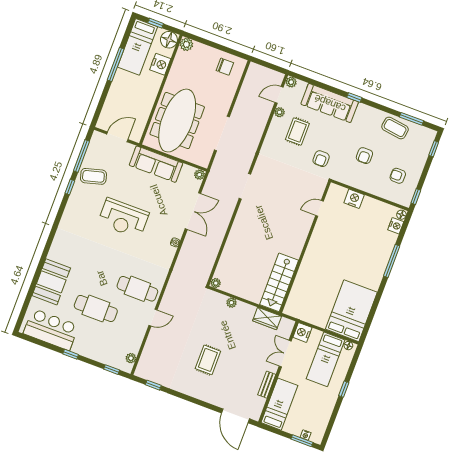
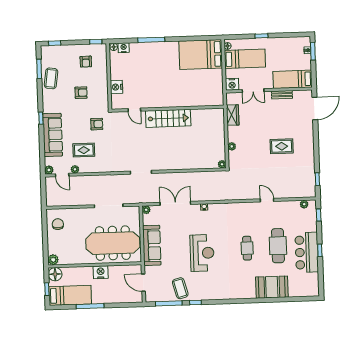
nightstand: (160, 64) -> (101, 272), moved
stairs: (279, 282) -> (168, 118), moved
cafe table: (137, 289) -> (247, 248), moved, width x0.73, depth x0.74
bar counter: (51, 330) -> (307, 252), moved

